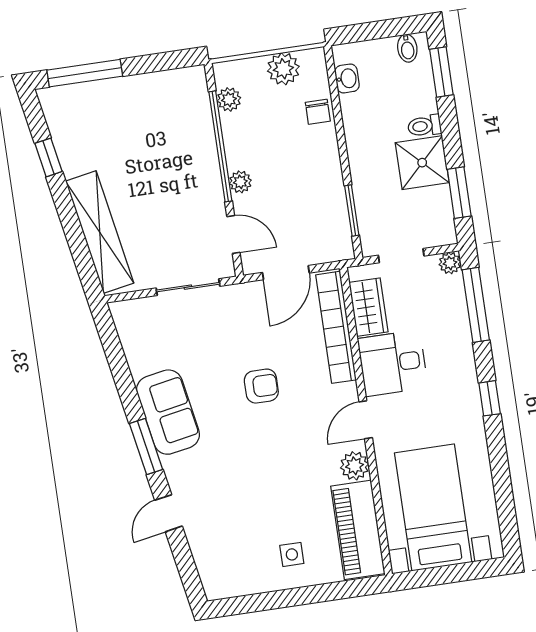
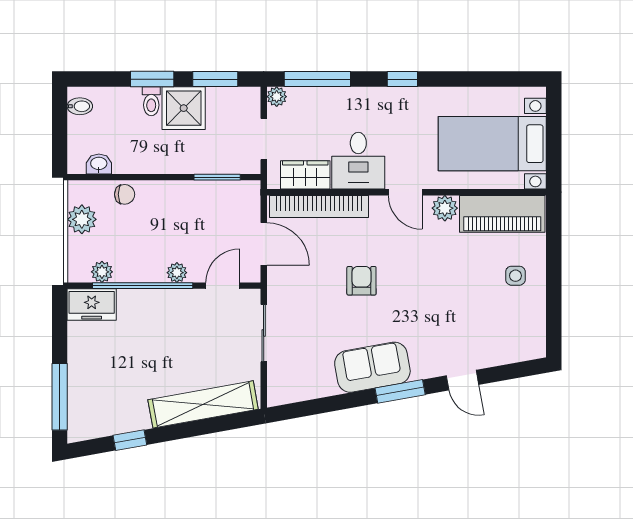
window: (441, 72) -> (152, 79), moved
freezer: (191, 93) -> (92, 305), added

